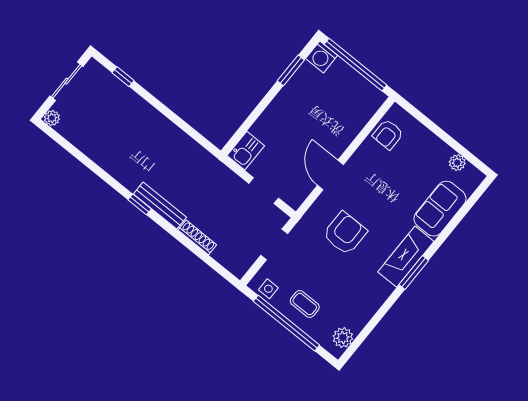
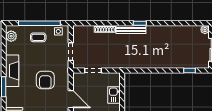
kitchen sink: (246, 151) -> (114, 95), moved
fireplace: (406, 257) -> (12, 71), moved

